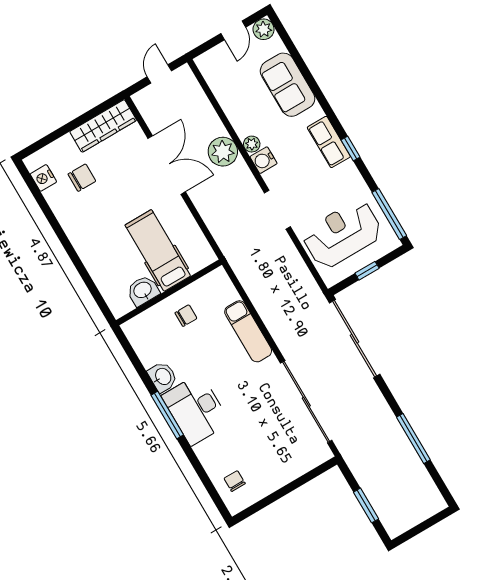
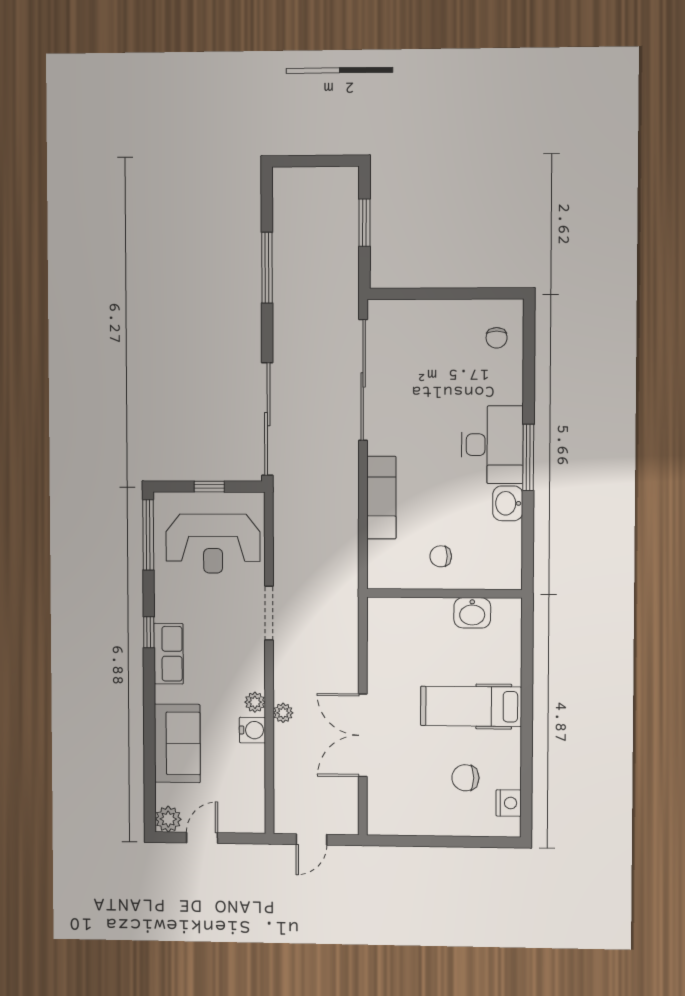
wardrobe: (103, 126) -> (408, 820), removed
plant: (223, 152) -> (283, 713), width x0.53, depth x0.53
water cooler: (264, 160) -> (252, 730), moved
hospital bed: (158, 250) -> (471, 706), moved, turned 90

